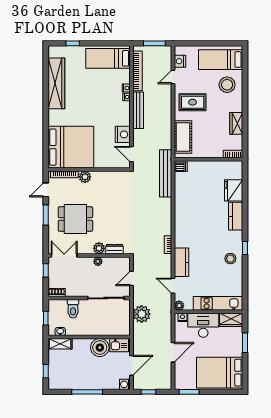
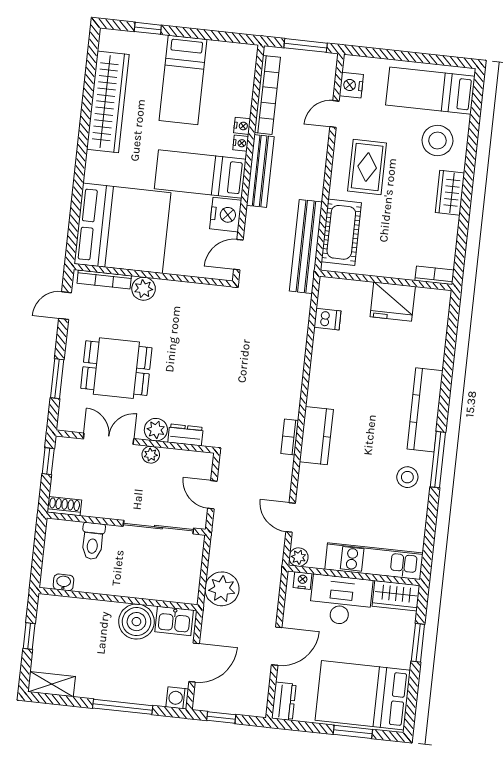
bed: (108, 58) -> (183, 80), moved, turned -90
rug: (193, 102) -> (367, 167), turned 90
bed: (108, 115) -> (200, 174), added
wardrobe: (236, 123) -> (450, 193), moved
door: (132, 154) -> (238, 255), hinge flipped
dishwasher: (181, 167) -> (327, 319), moved
bench: (166, 173) -> (306, 247), moved
fridge: (234, 190) -> (393, 302), moved, turned -90
window: (46, 215) -> (57, 379), moved
kitchen counter: (236, 216) -> (425, 410), width x1.50
window: (245, 248) -> (438, 460), width x2.17
double door: (64, 256) -> (109, 439), moved
kitchen counter: (182, 262) -> (316, 436), moved
door: (132, 278) -> (212, 495), hinge flipped
plant: (142, 314) -> (222, 589), moved
window: (46, 318) -> (38, 553), removed
shelving: (60, 344) -> (52, 684), moved
window: (46, 371) -> (29, 636), moved
dresser: (180, 380) -> (284, 701), added
window: (87, 392) -> (123, 707), moved
window: (189, 392) -> (353, 732), moved

